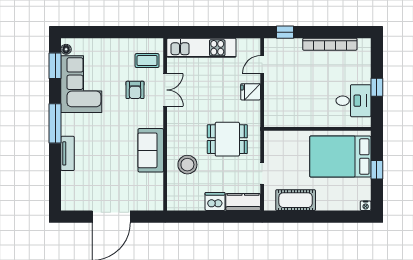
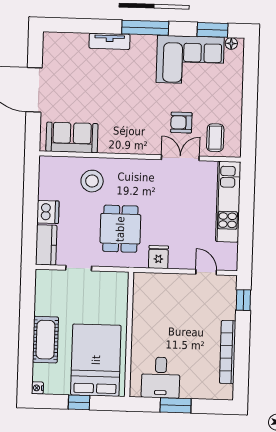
window: (377, 87) -> (176, 405), width x1.50
double door: (165, 90) -> (180, 158), swing flipped
fridge: (251, 92) -> (158, 257), moved
sofa: (151, 150) -> (72, 137), moved
cot: (296, 200) -> (46, 340), moved

